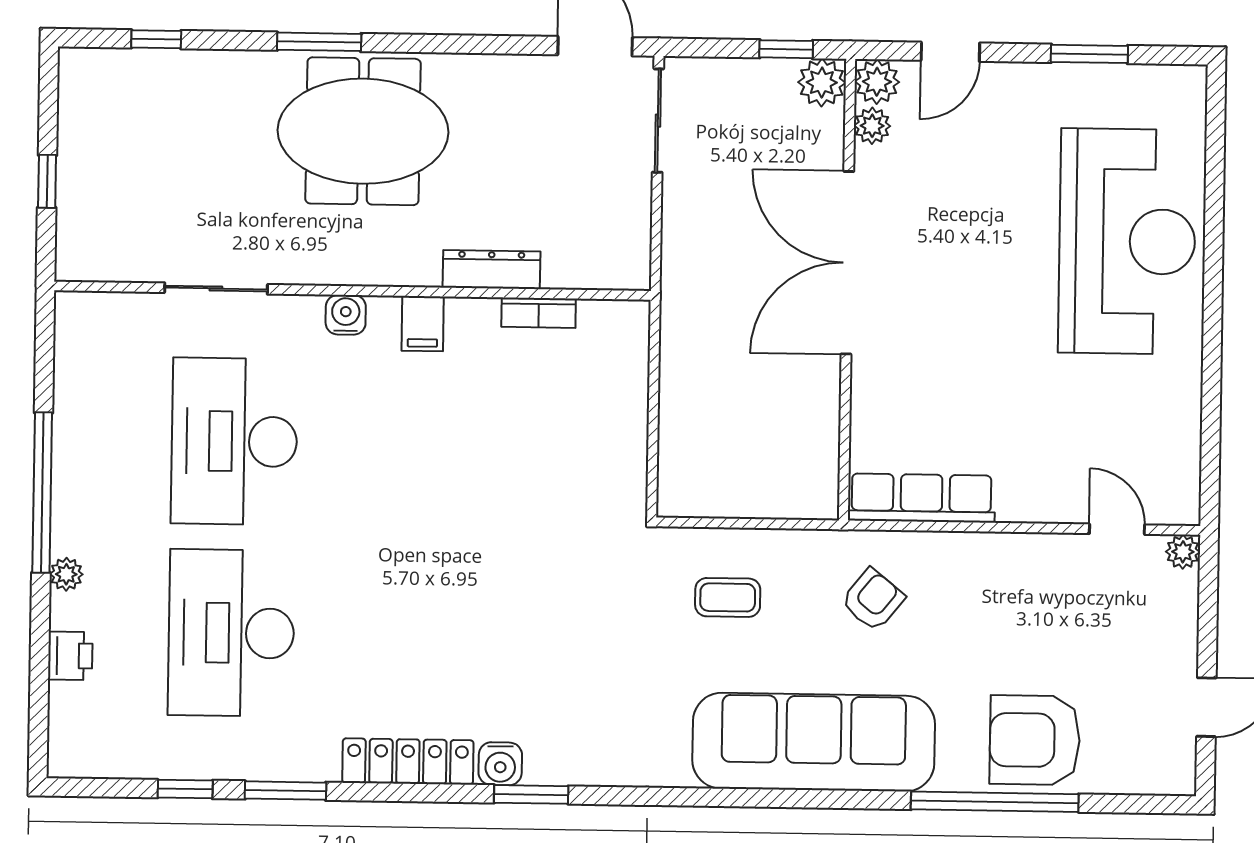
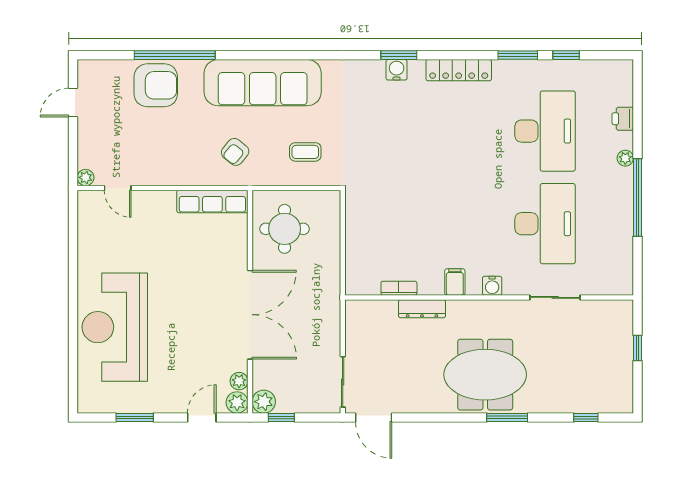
round table: (773, 439) -> (285, 229), added
water cooler: (500, 764) -> (397, 70), moved

